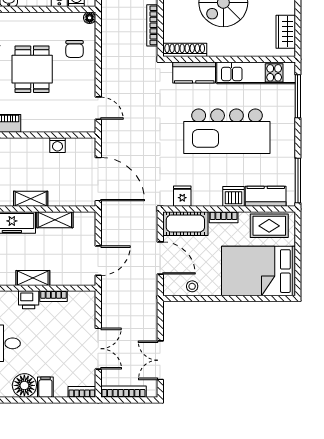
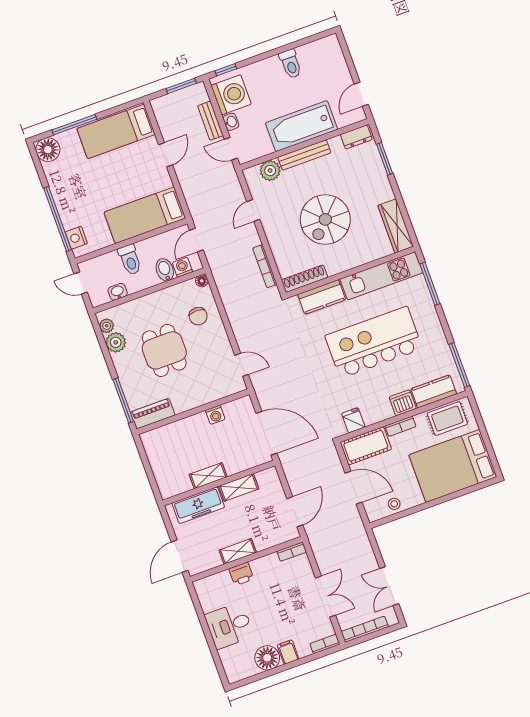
wardrobe: (286, 32) -> (396, 226), width x1.50
kitchen island: (227, 131) -> (374, 342), turned 180
bookcase: (53, 296) -> (292, 552), moved

